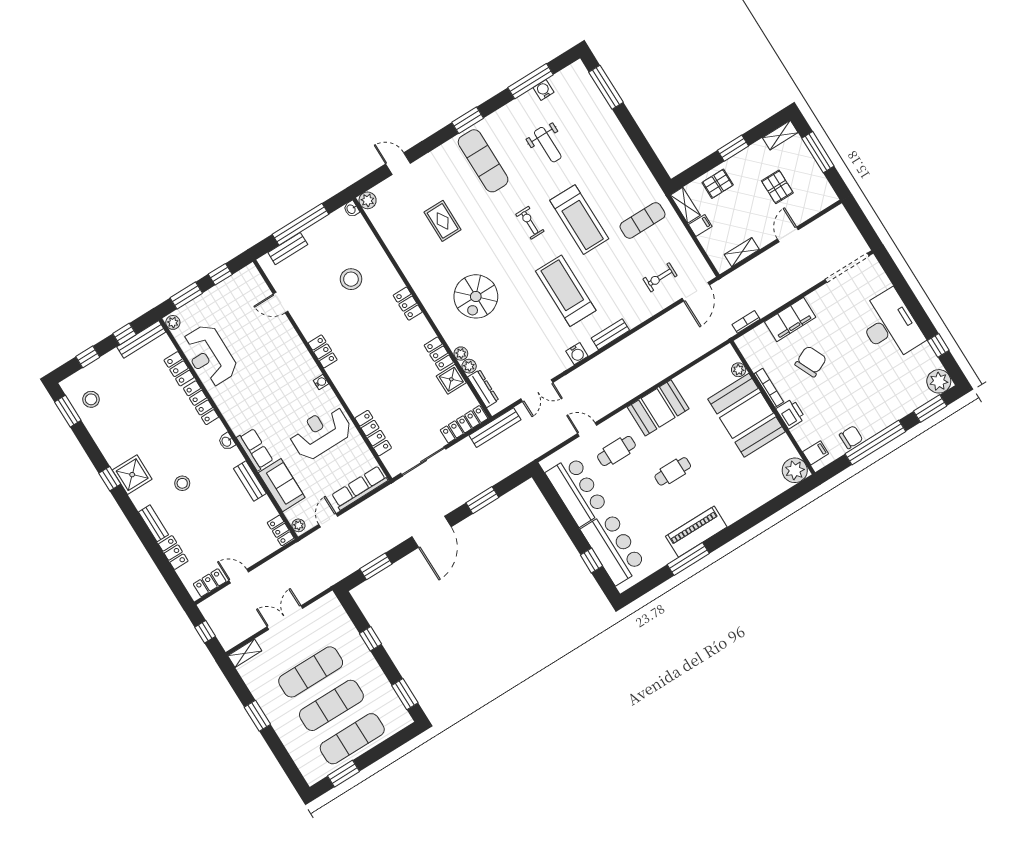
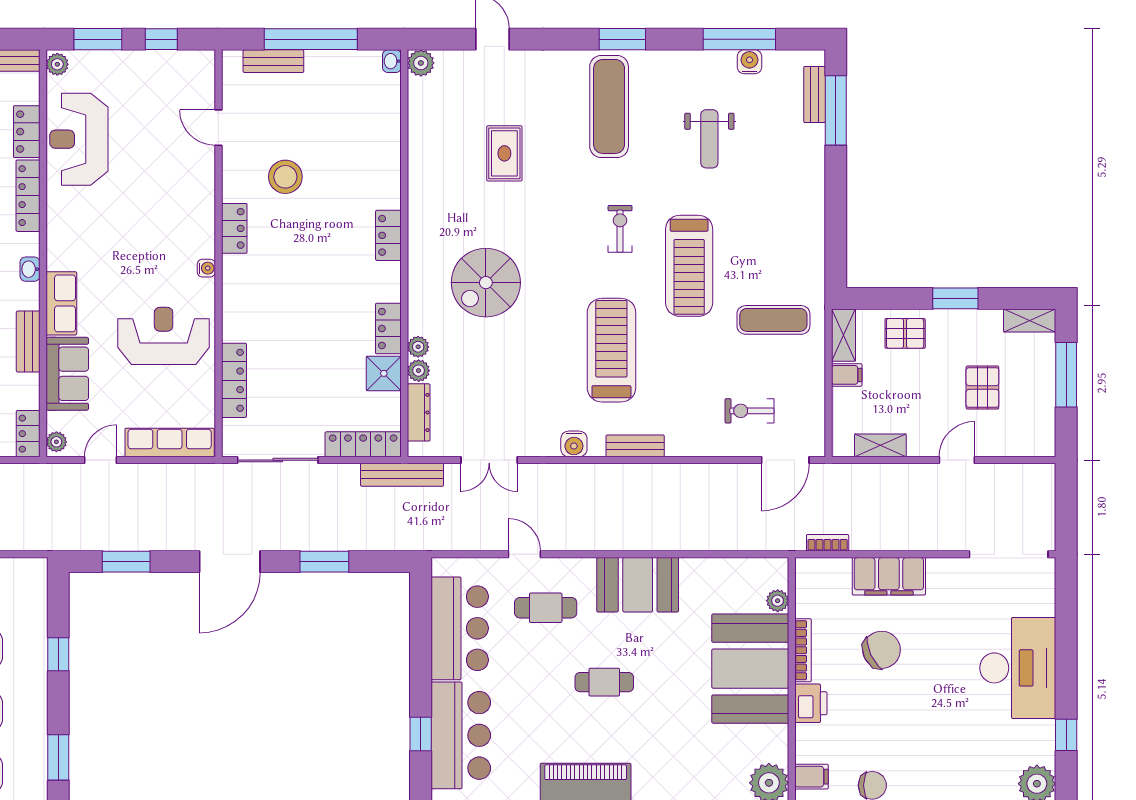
bench: (589, 86) -> (815, 94), added
stool: (351, 279) -> (285, 177), moved

